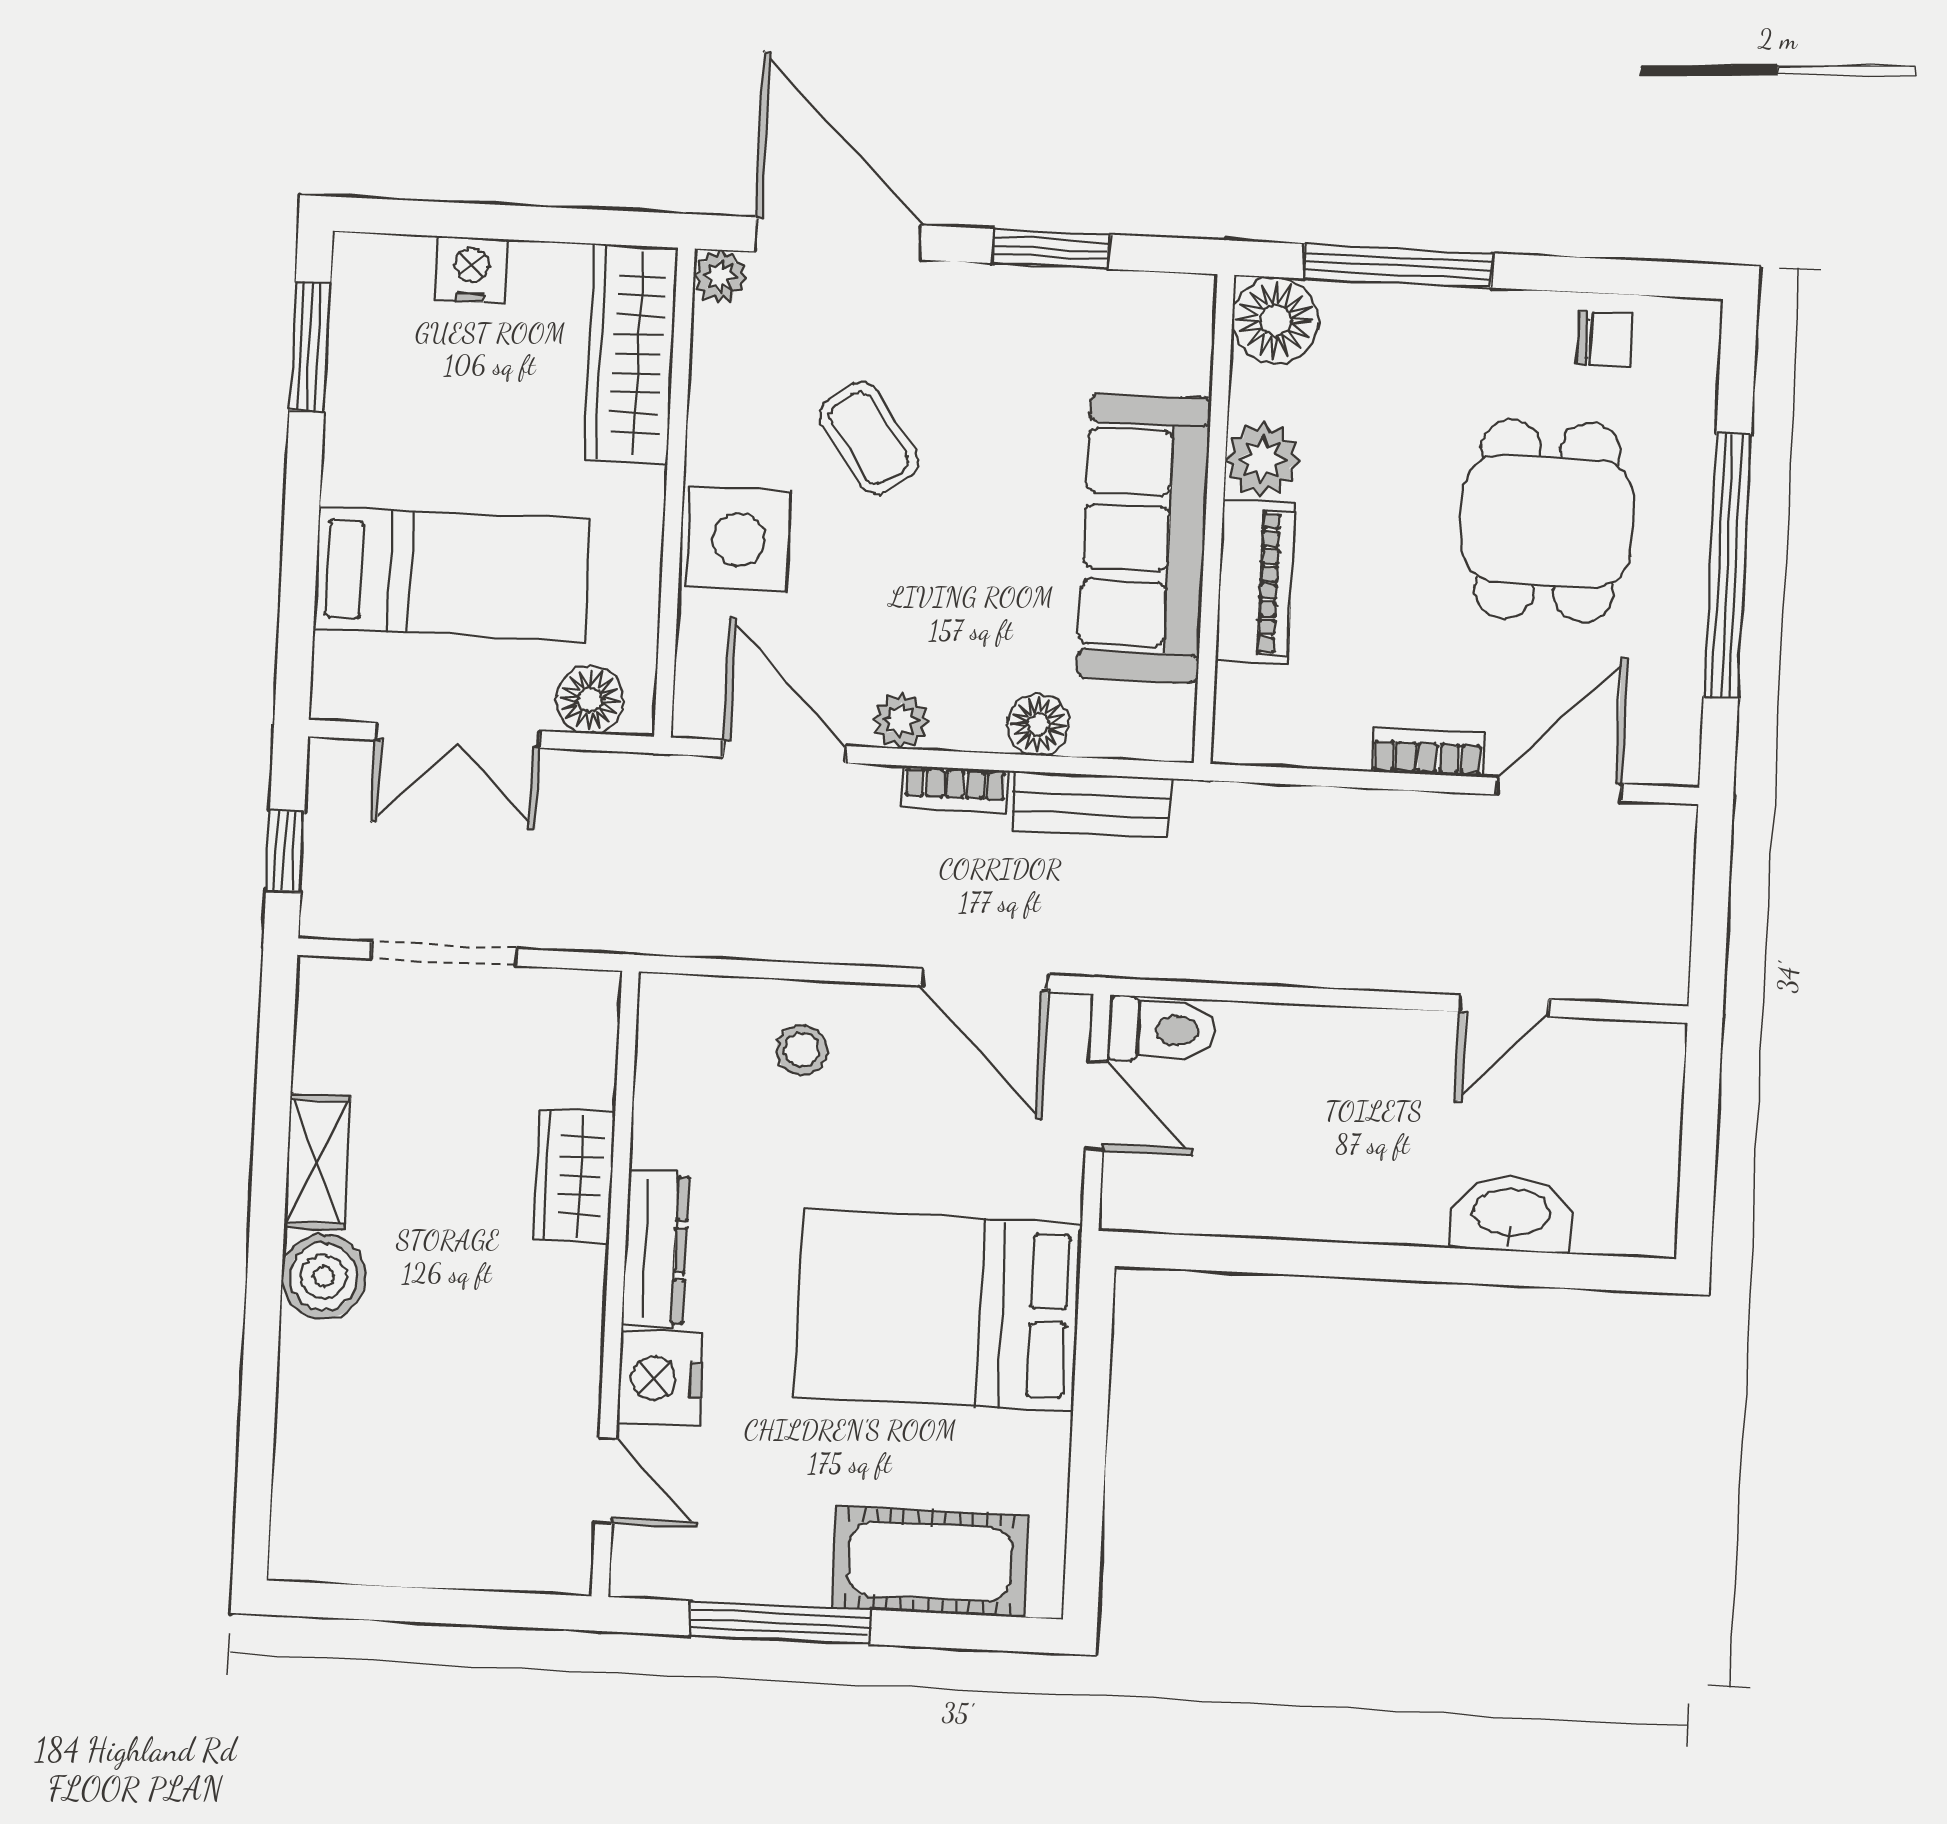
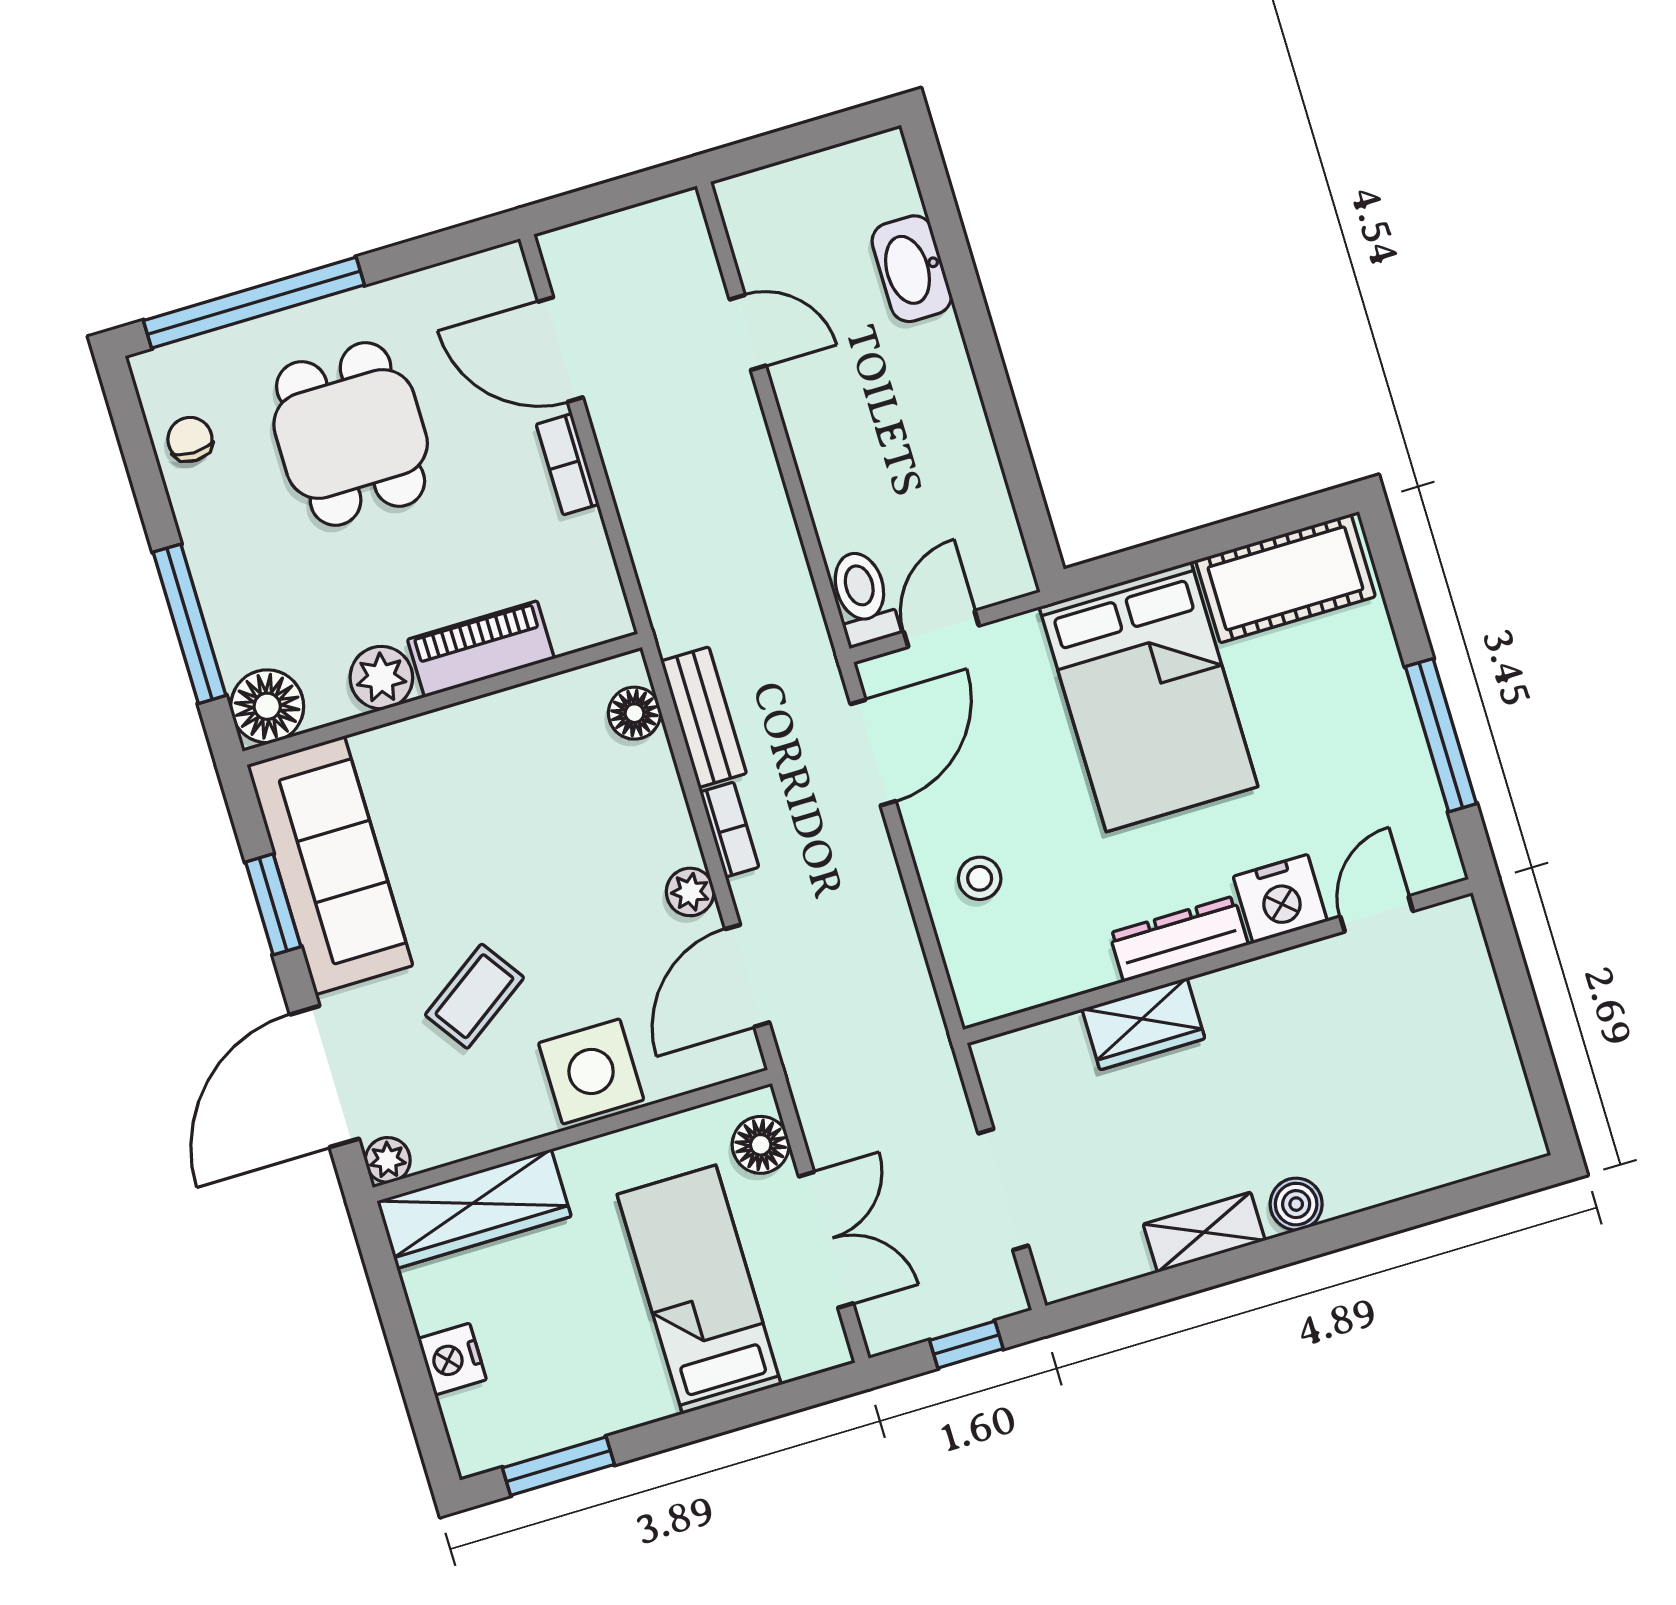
dining table: (1547, 521) -> (351, 434), turned 90
sofa: (1144, 538) -> (330, 865), moved, turned -90
window: (1727, 565) -> (254, 303), moved
floor lamp: (1038, 725) -> (634, 713), moved
boiler: (324, 1276) -> (1296, 1204), width x0.73, depth x0.73
cot: (930, 1562) -> (1285, 578), moved, turned 90

